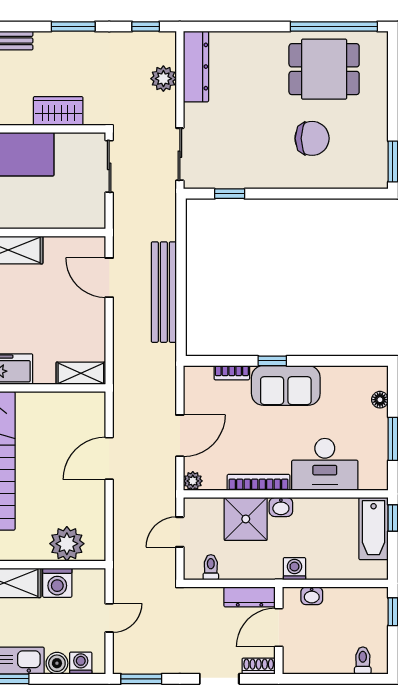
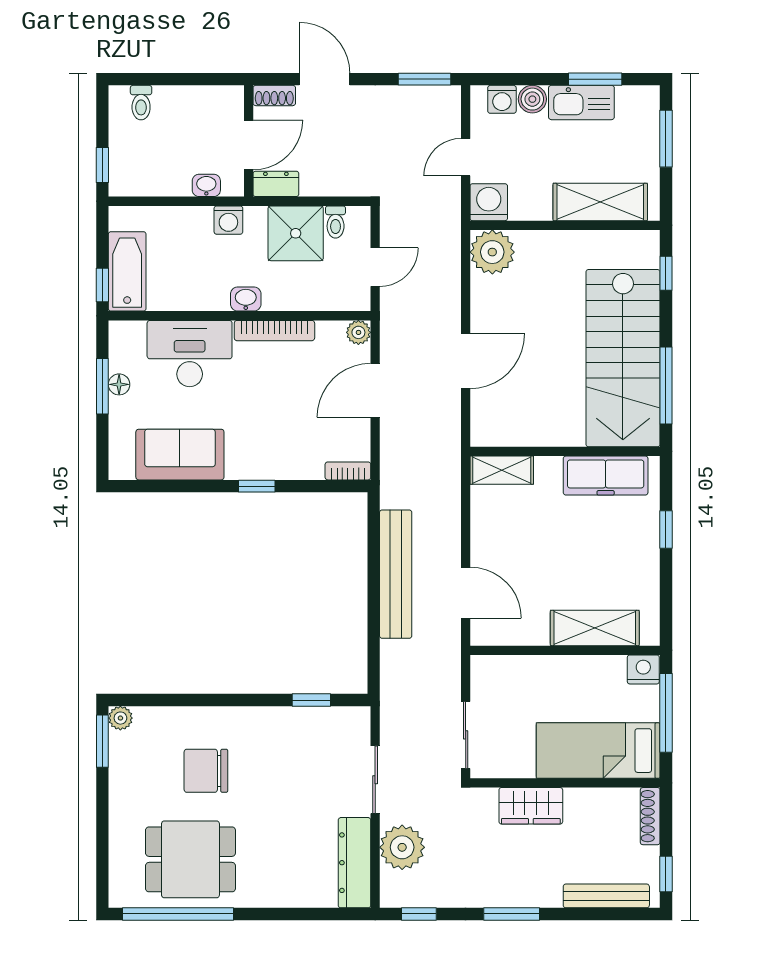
plant: (163, 79) -> (402, 847), width x1.36, depth x1.36
sliding door: (180, 154) -> (375, 780), moved
plant: (379, 180) -> (120, 718), added
bookcase: (232, 373) -> (348, 471), moved
sofa: (286, 385) -> (180, 455), moved
floor lamp: (380, 400) -> (119, 384), moved
shower: (246, 519) -> (296, 233), moved
plant: (67, 544) -> (492, 252), moved
washing machine: (57, 583) -> (489, 202), moved
dresser: (250, 597) -> (276, 184), width x0.70

